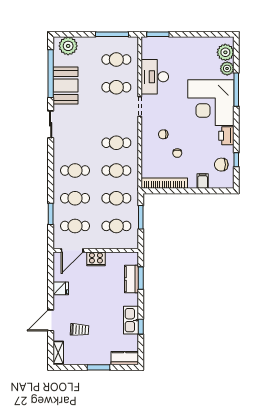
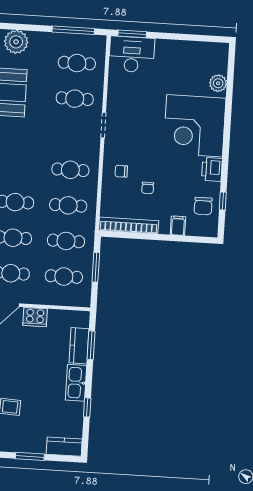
plant: (225, 52) -> (217, 62), removed
desk: (155, 77) -> (132, 54), moved, turned 90
window: (236, 90) -> (228, 111), removed
chair: (163, 134) -> (121, 171), moved
chair: (221, 165) -> (203, 206), turned -90
kitchen sink: (131, 320) -> (76, 383), moved

